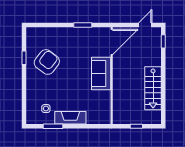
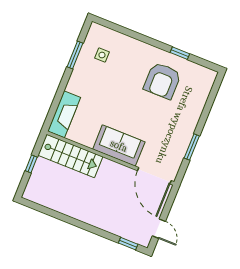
armchair: (47, 62) -> (162, 81), turned 53
stairs: (153, 88) -> (70, 156), moved, turned 180
fireplace: (70, 118) -> (64, 114), moved

